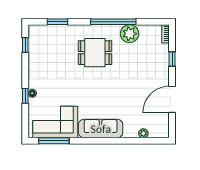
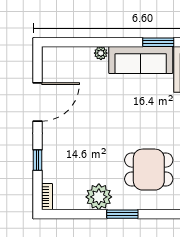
window: (113, 22) -> (122, 214), width x0.47
plant: (143, 133) -> (101, 53), moved
window: (88, 141) -> (158, 42), added

